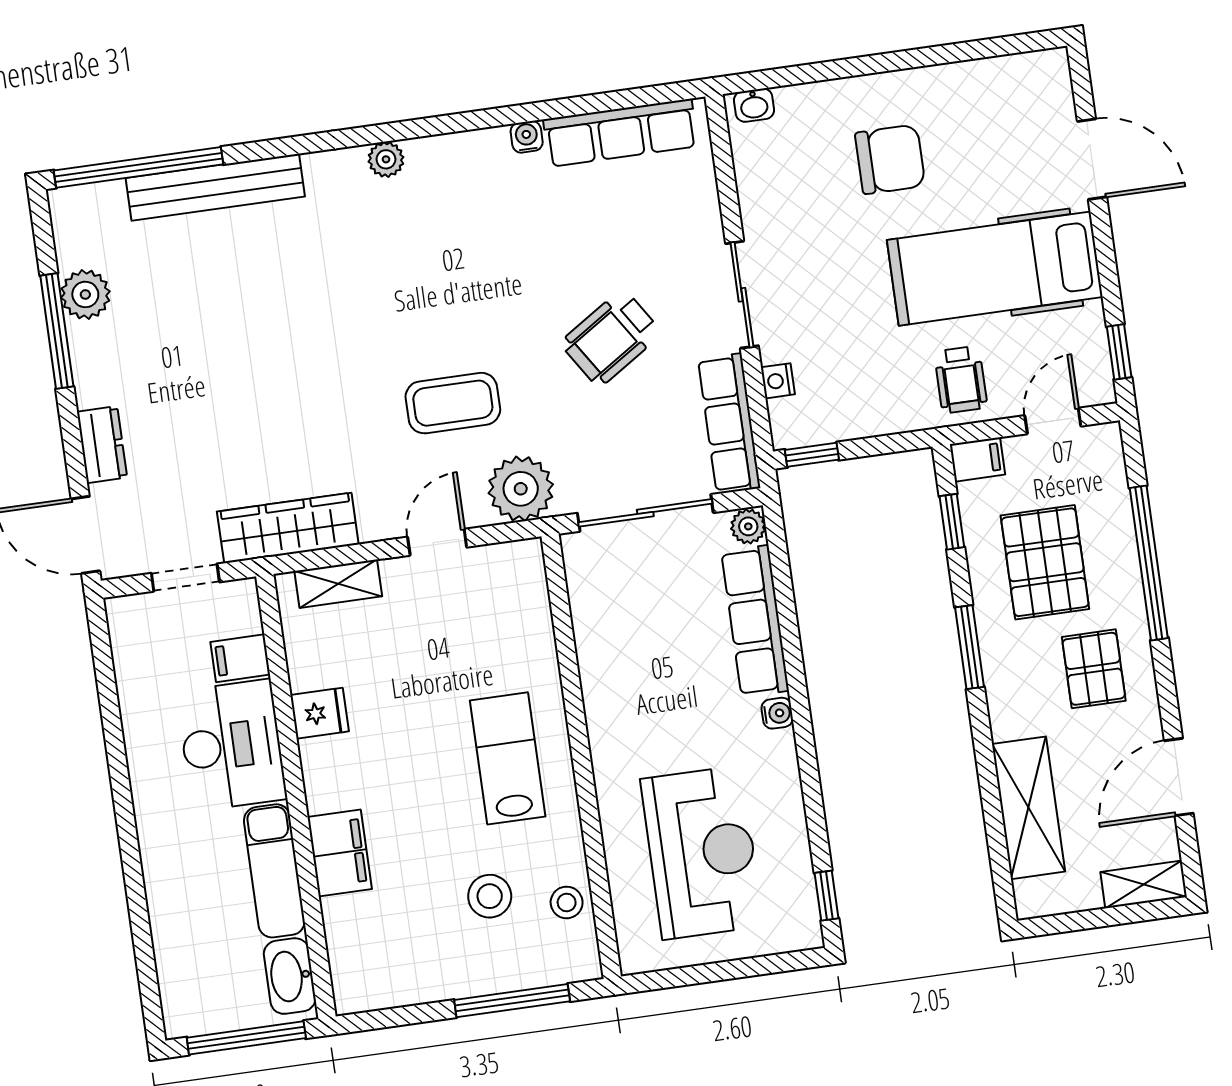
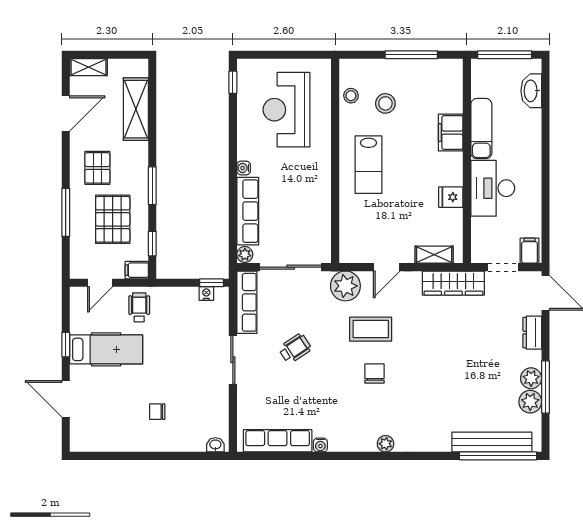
chair: (890, 159) -> (157, 412), width x0.54, depth x0.54
bench: (215, 187) -> (492, 442), moved
hospital bed: (995, 269) -> (106, 349), width x0.73, depth x0.78
chair: (431, 308) -> (374, 374), added
wheelchair: (611, 338) -> (295, 348), width x0.73, depth x0.73
plant: (91, 345) -> (531, 378), added
window: (1119, 352) -> (66, 345), moved
nightstand: (778, 381) -> (206, 294), moved, turned -90
window: (1149, 563) -> (66, 212), width x0.68
filing cabinet: (240, 658) -> (530, 251), moved, turned -90
washbasin: (290, 976) -> (531, 91), moved, turned 180
window: (512, 1001) -> (411, 55), moved

